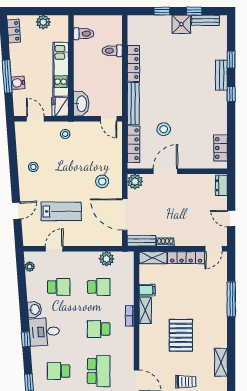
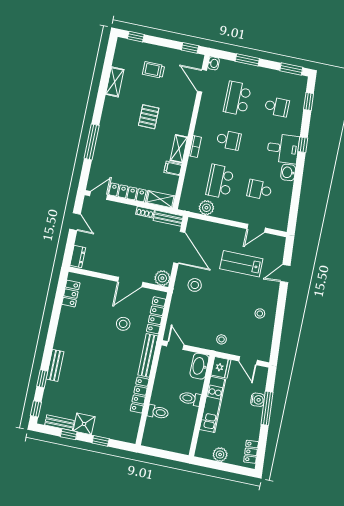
toilet: (84, 34) -> (190, 399), moved
window: (231, 94) -> (36, 409), moved
plant: (30, 267) -> (284, 216), removed
school desk: (99, 287) -> (220, 181), width x1.85
pallet: (181, 335) -> (149, 117), width x0.67, depth x0.71

